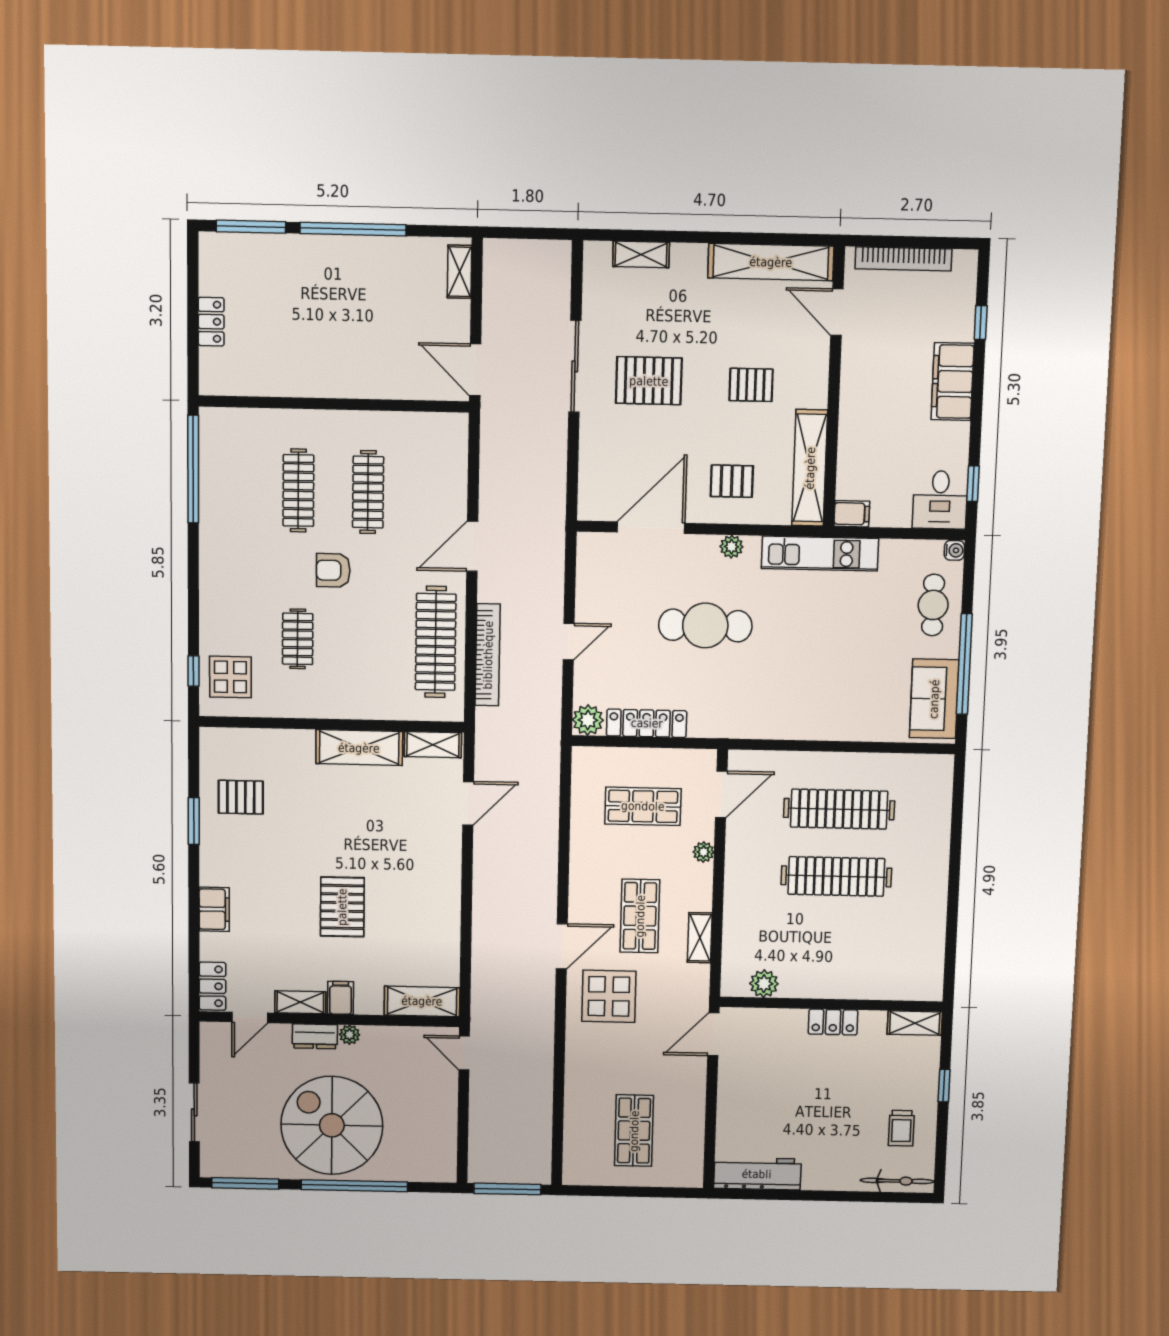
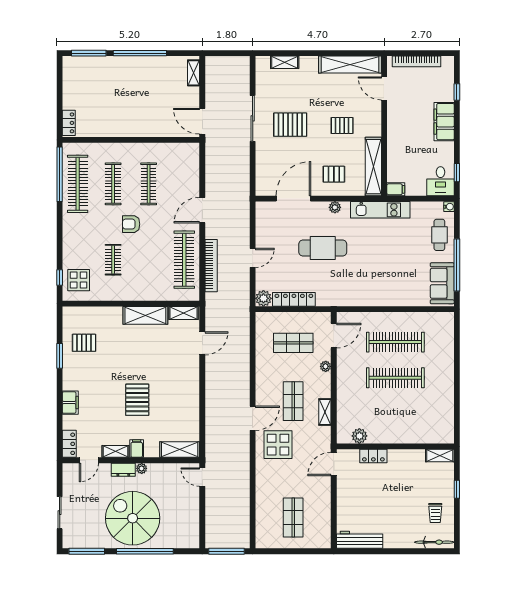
locker: (211, 322) -> (69, 123), moved
clothes rail: (229, 489) -> (78, 184), added
locker: (833, 1022) -> (373, 456), moved

